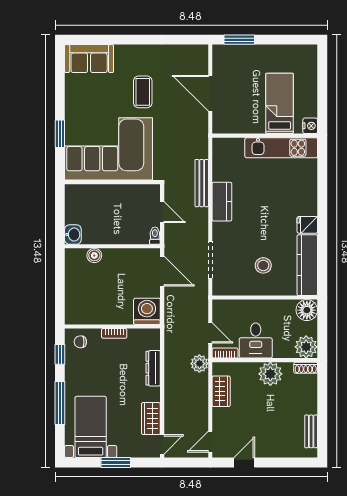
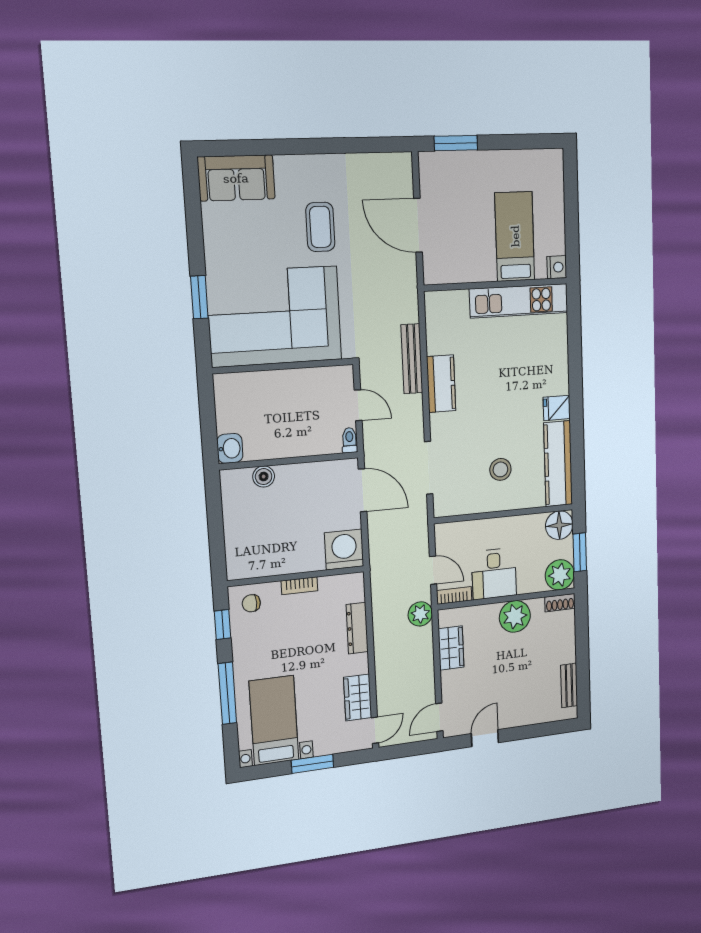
window: (322, 332) -> (580, 552), added

